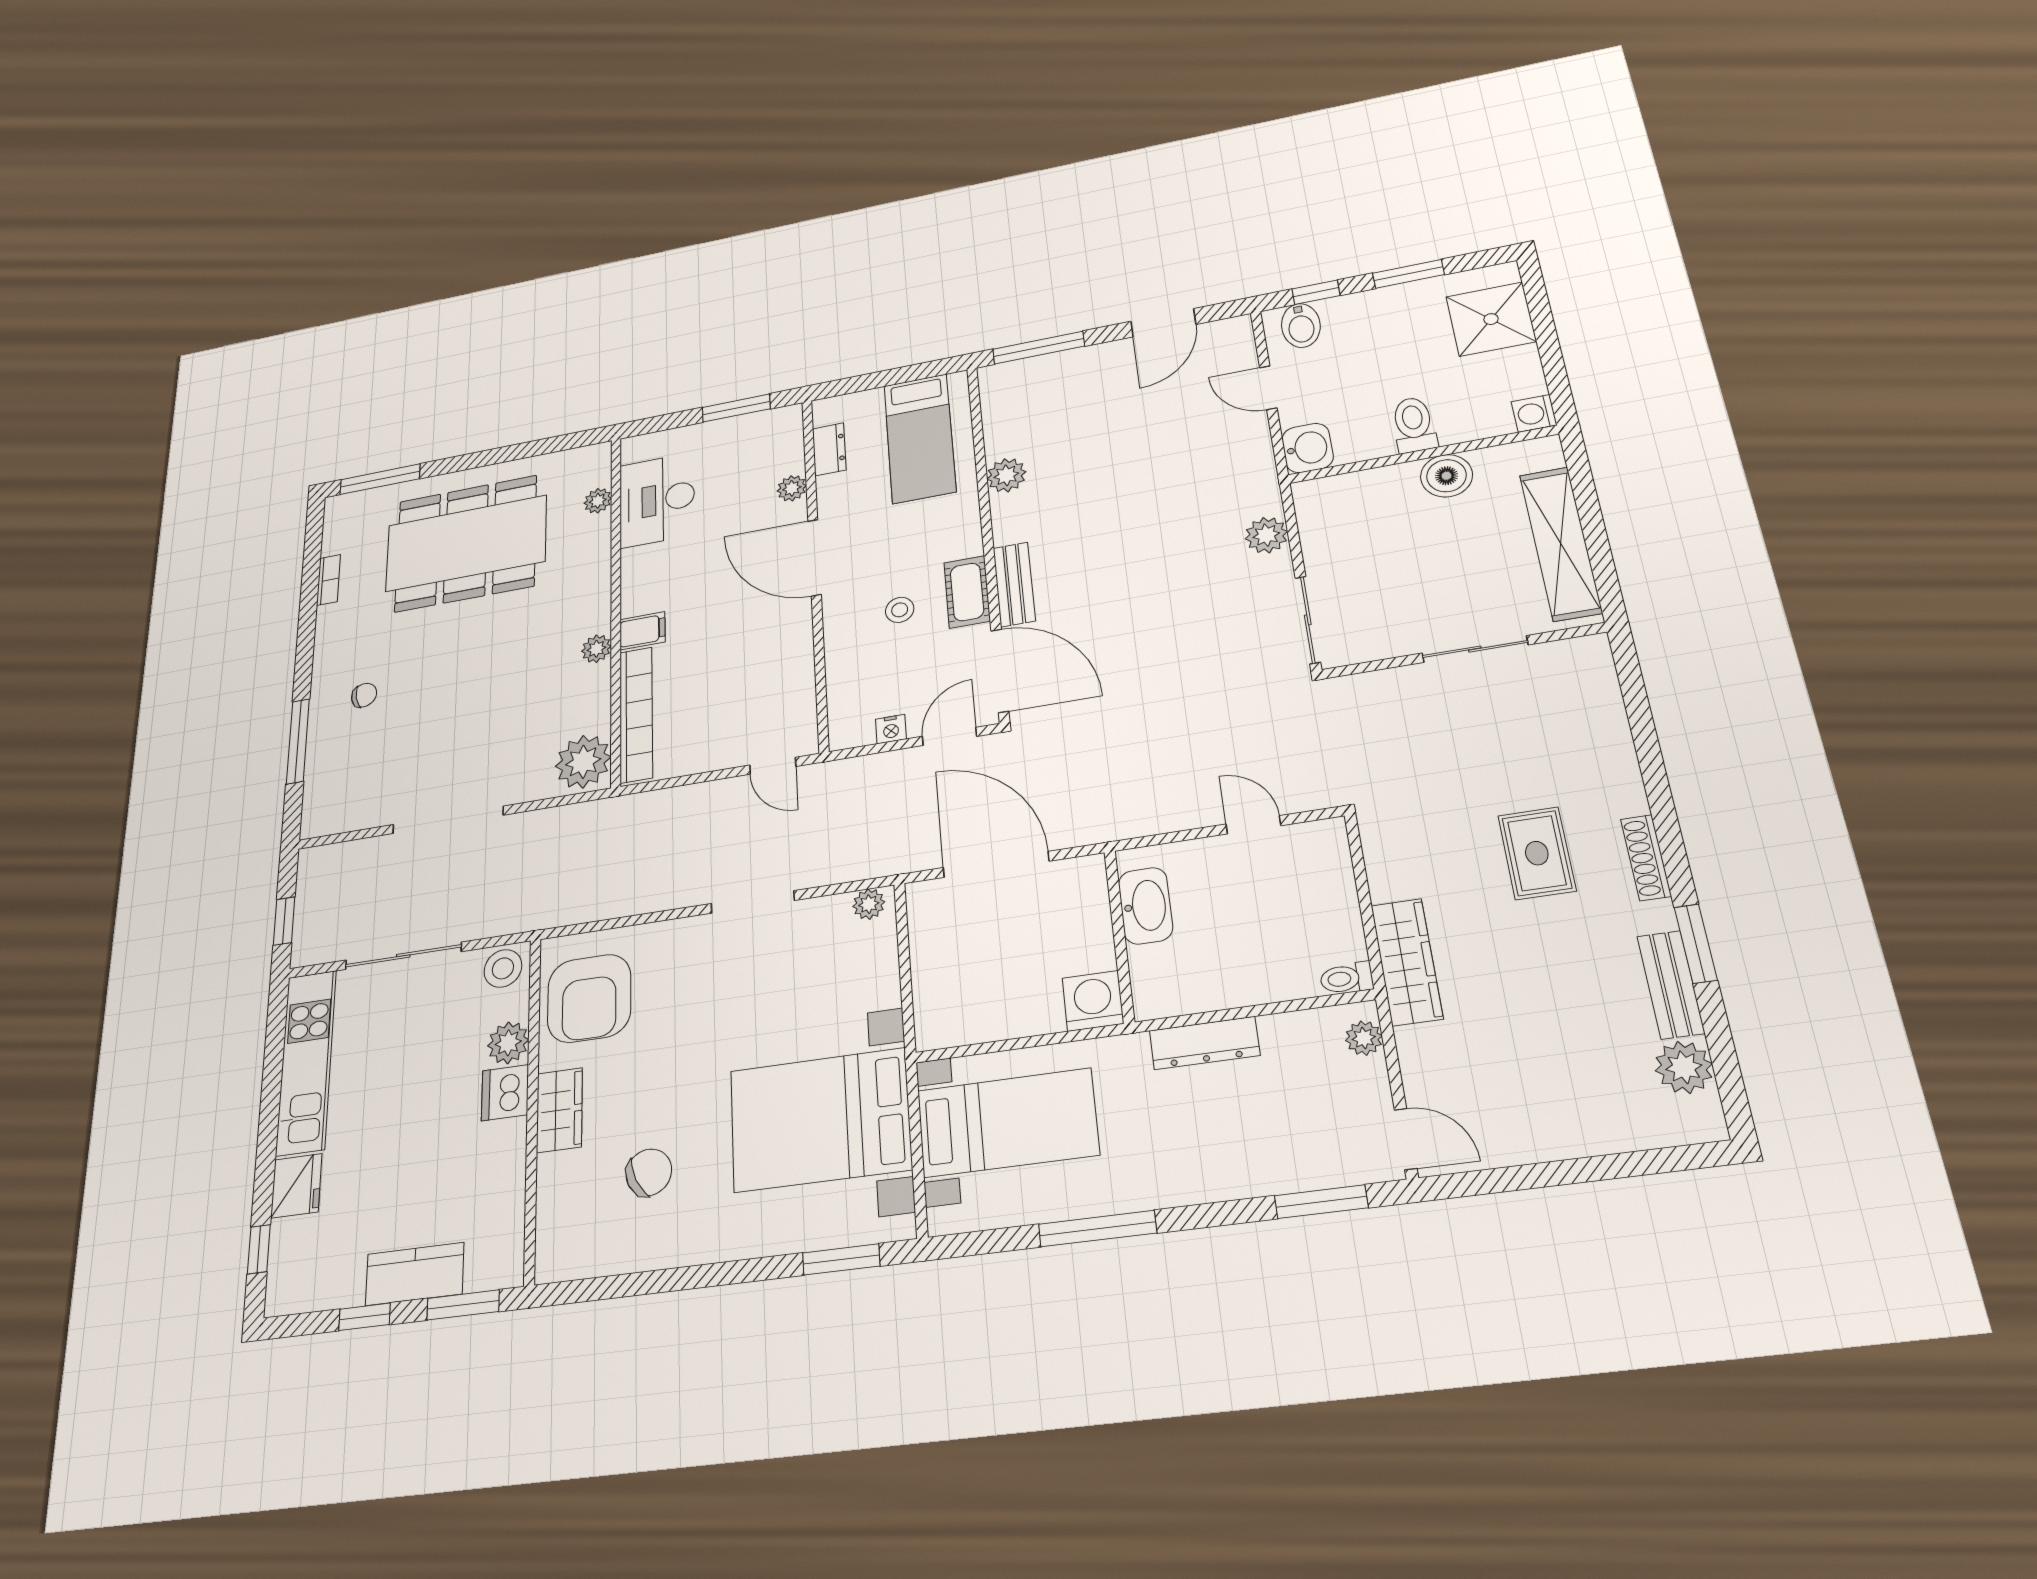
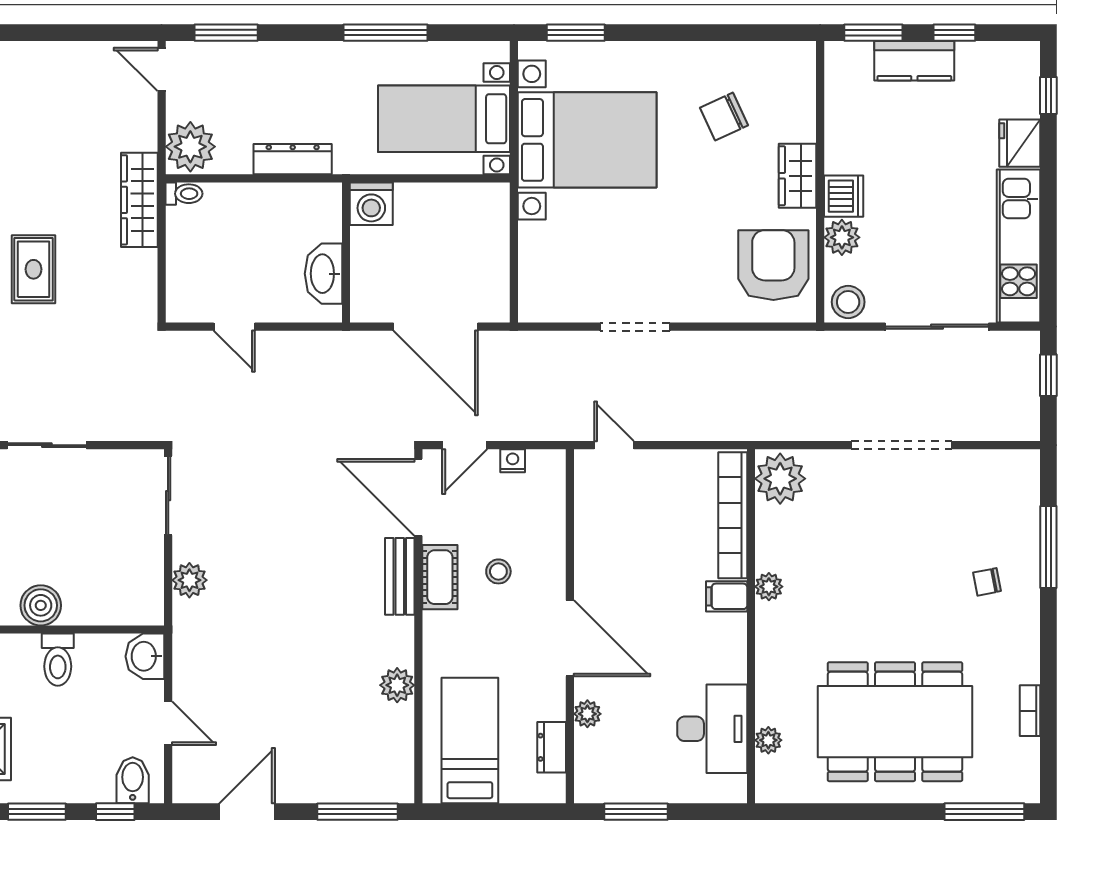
plant: (869, 904) -> (540, 309), removed
plant: (1364, 1038) -> (190, 147), width x1.88, depth x1.88

